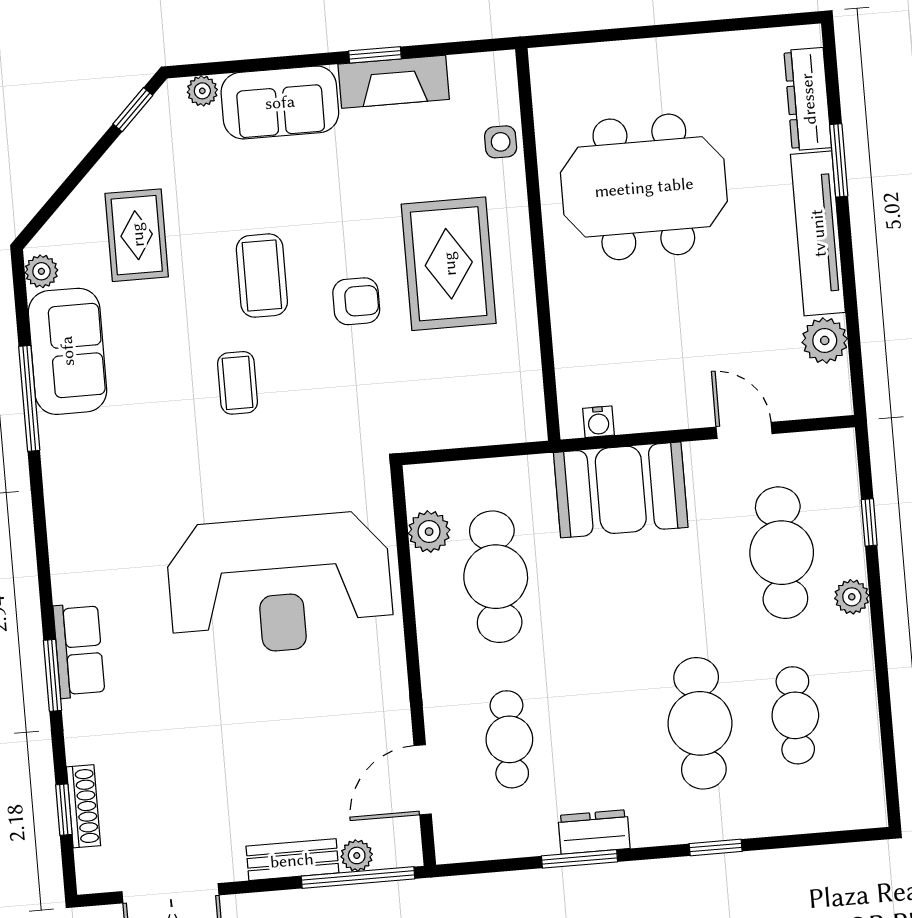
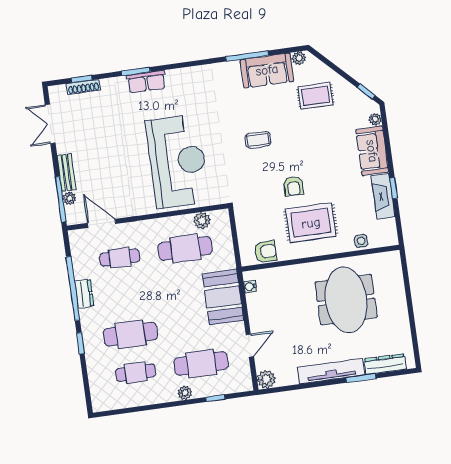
coffee table: (262, 276) -> (302, 147), removed
plant: (825, 340) -> (266, 379), moved
armchair: (514, 379) -> (265, 252), added
reception desk: (280, 584) -> (177, 161), turned 180
window: (580, 859) -> (73, 289), width x2.11

